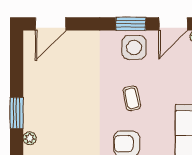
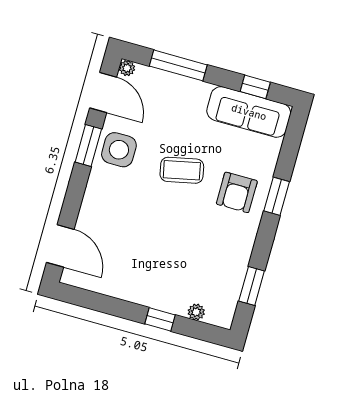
coffee table: (132, 98) -> (182, 170), width x1.36, depth x1.30
window: (17, 113) -> (160, 319), width x0.67

